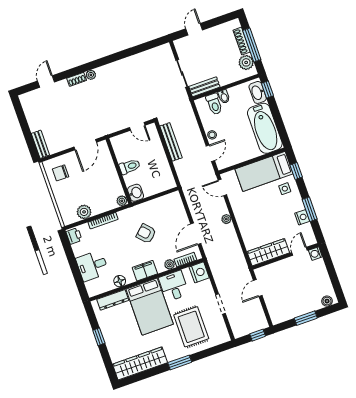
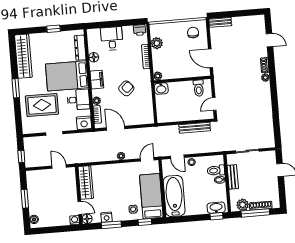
bench: (204, 87) -> (233, 177), moved
bathtub: (265, 128) -> (174, 196), moved, turned 90
toilet: (130, 167) -> (199, 88), moved
floor lamp: (310, 239) -> (87, 219), added

